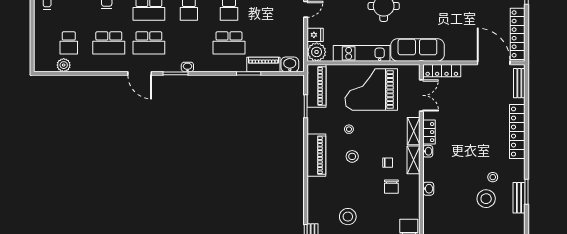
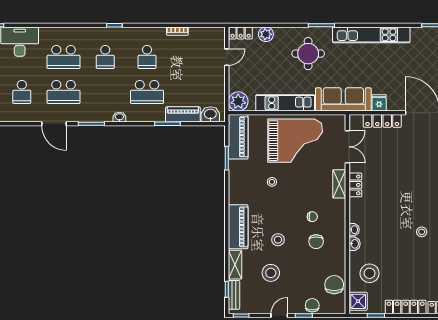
fridge: (315, 35) -> (379, 103), moved, turned -90
school desk: (109, 43) -> (22, 92), width x0.54
washbasin: (187, 67) -> (119, 117), moved
locker: (442, 71) -> (382, 121), moved
grand piano: (371, 90) -> (295, 141), turned 180
washbasin: (428, 151) -> (354, 230), moved
piano: (316, 155) -> (238, 227), moved
stool: (352, 156) -> (278, 240), moved
shelving: (413, 160) -> (235, 265), moved
stool: (486, 199) -> (370, 273), moved

